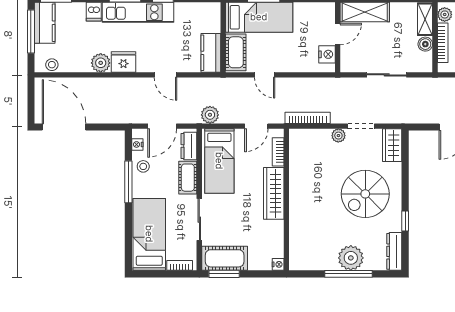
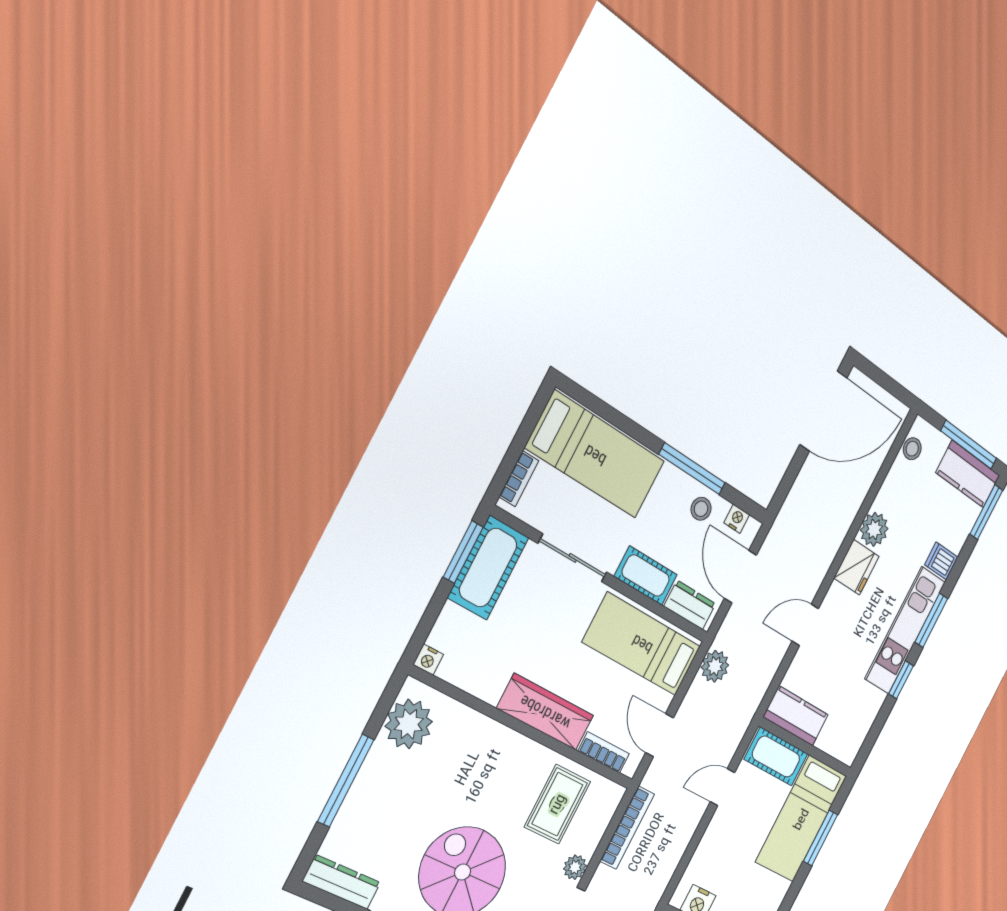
rug: (313, 162) -> (557, 804), added
plant: (351, 258) -> (409, 724), moved

